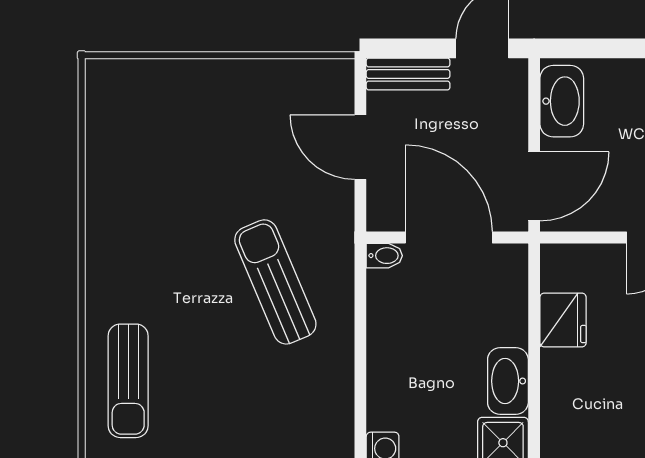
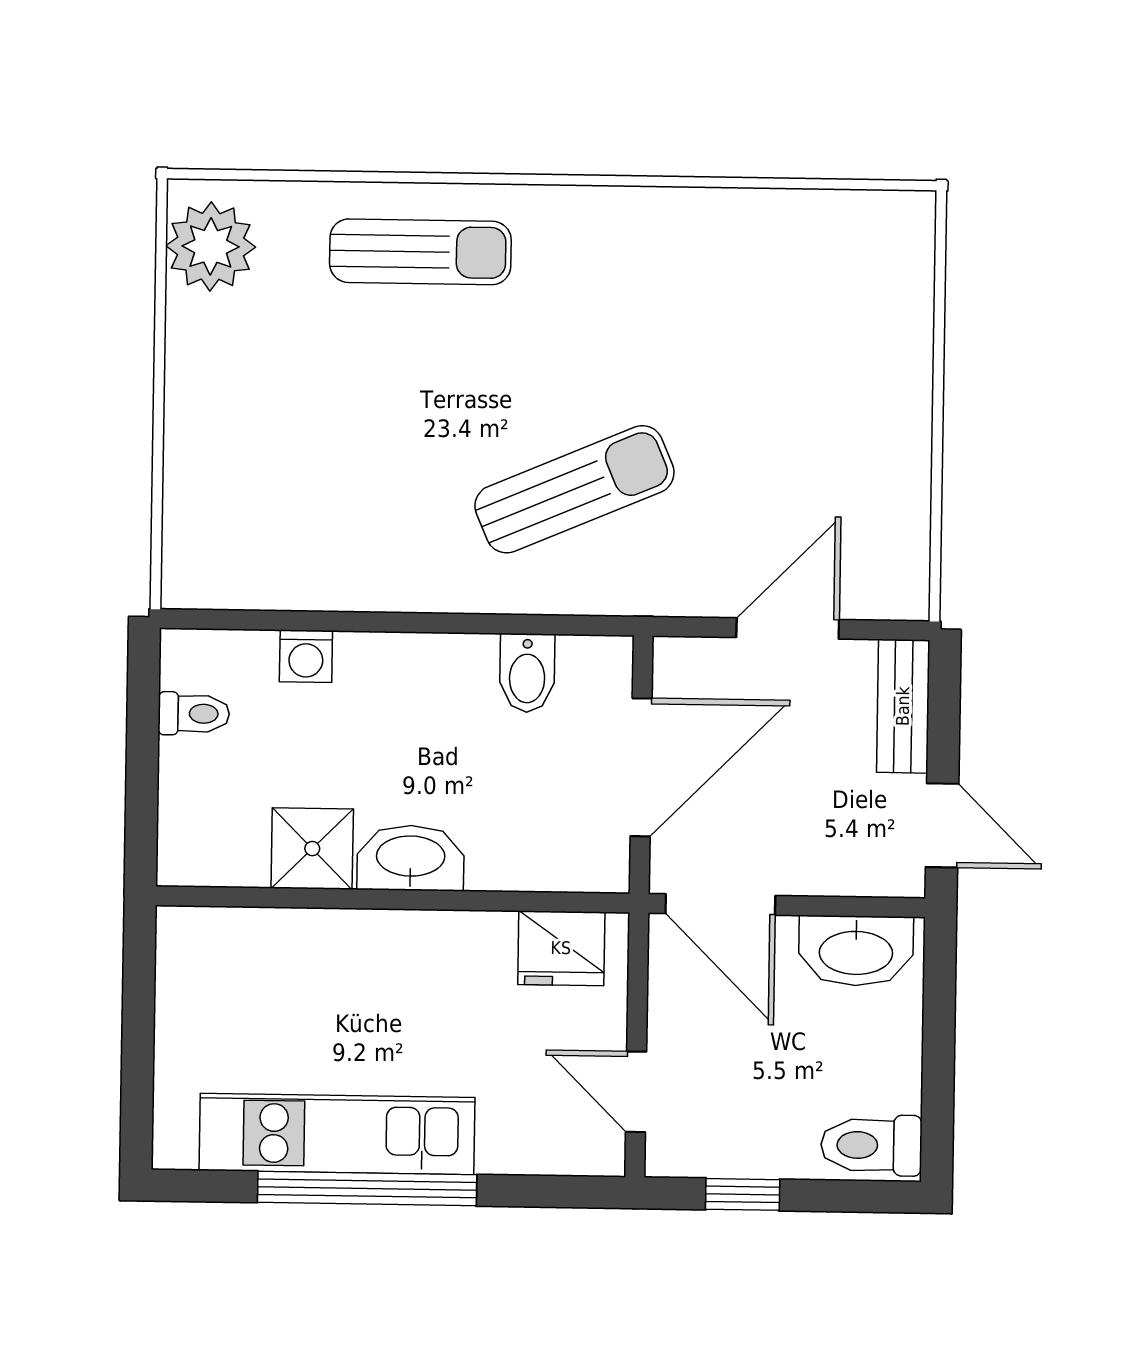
bidet: (384, 256) -> (527, 673), moved, width x1.38, depth x1.36
fridge: (563, 320) -> (561, 948), moved
sun lounger: (128, 381) -> (420, 252), turned 180

